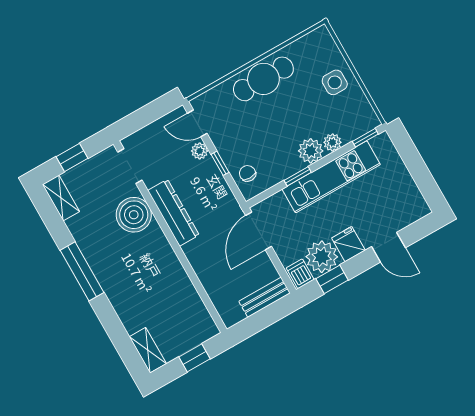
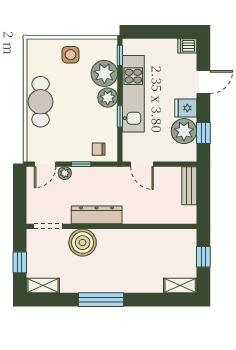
plant: (332, 142) -> (104, 73), width x1.87, depth x1.87
door: (259, 231) -> (142, 164), width x0.73
dishwasher: (300, 274) -> (187, 46), moved

